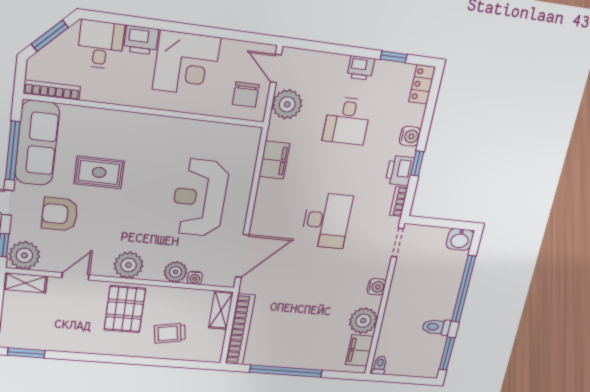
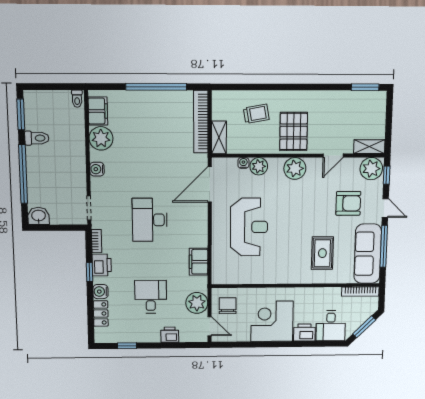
printer: (361, 68) -> (170, 335), moved
locker: (422, 84) -> (101, 314), moved
rug: (99, 172) -> (322, 253), moved, turned 90

